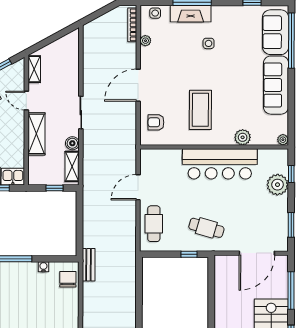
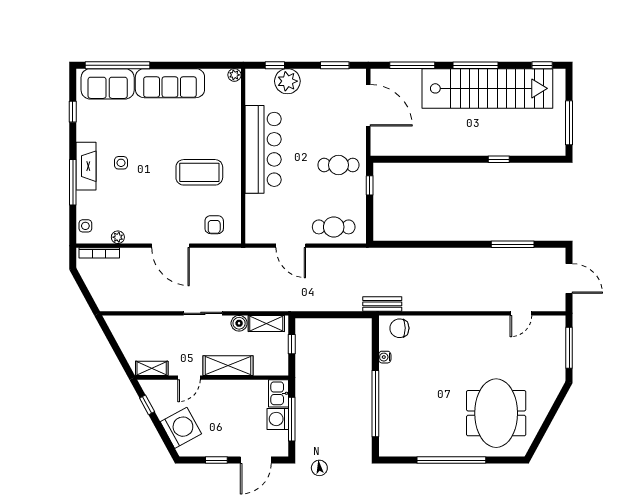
fireplace: (191, 14) -> (86, 166), moved
plant: (243, 137) -> (232, 122), removed
cafe table: (206, 228) -> (338, 165), turned 74

